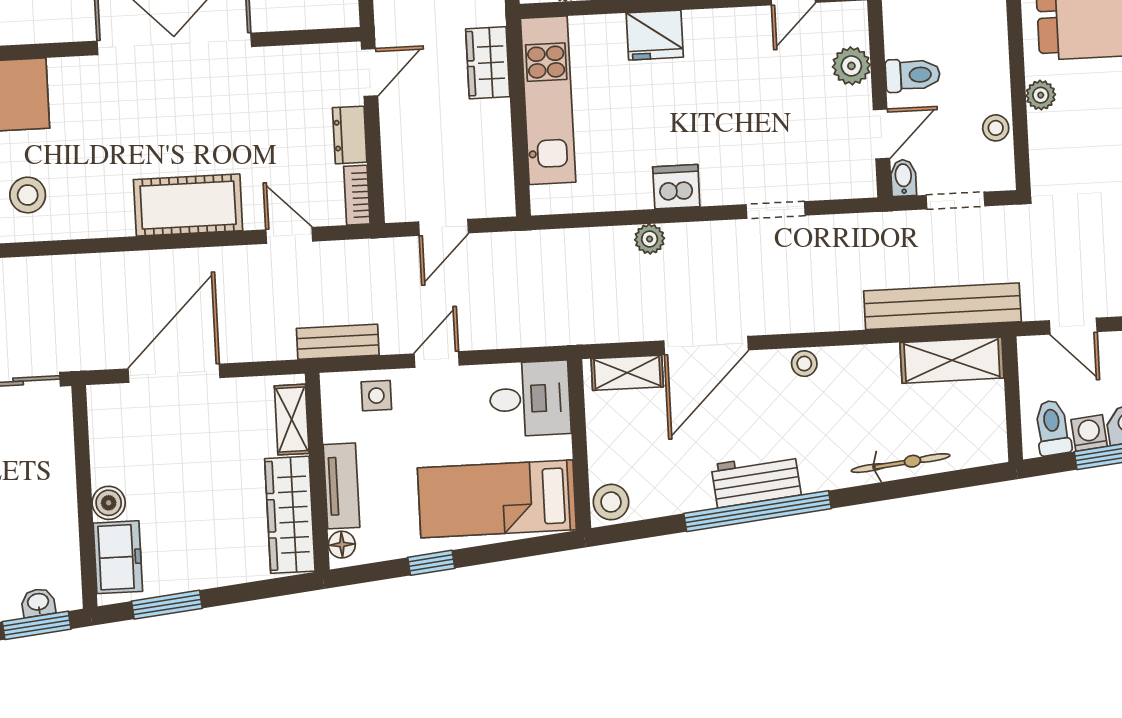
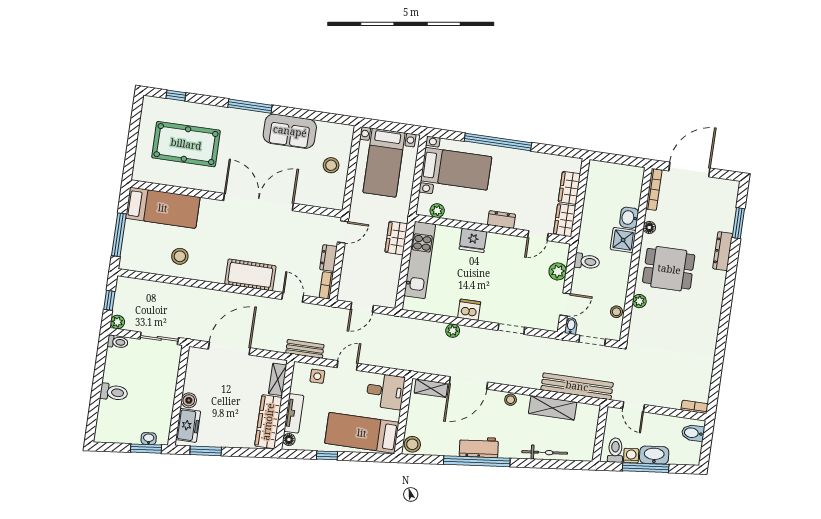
toilet: (913, 75) -> (587, 261), moved
shelving: (952, 360) -> (553, 408), moved

